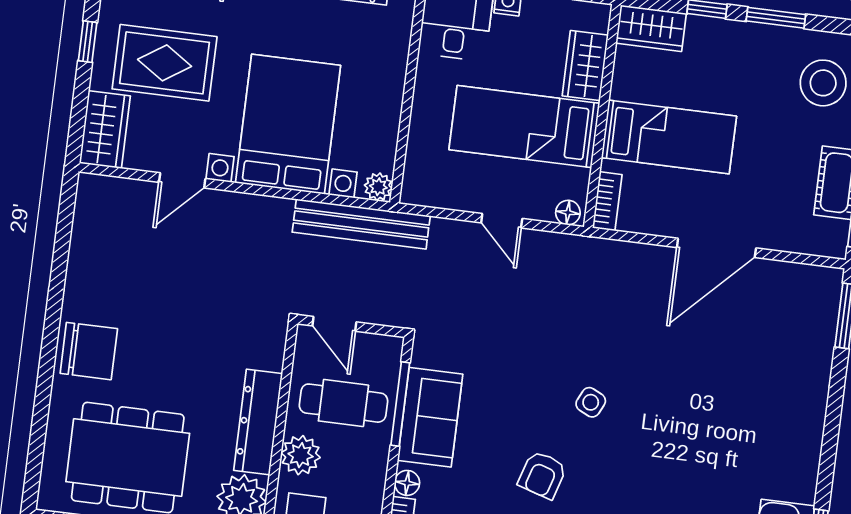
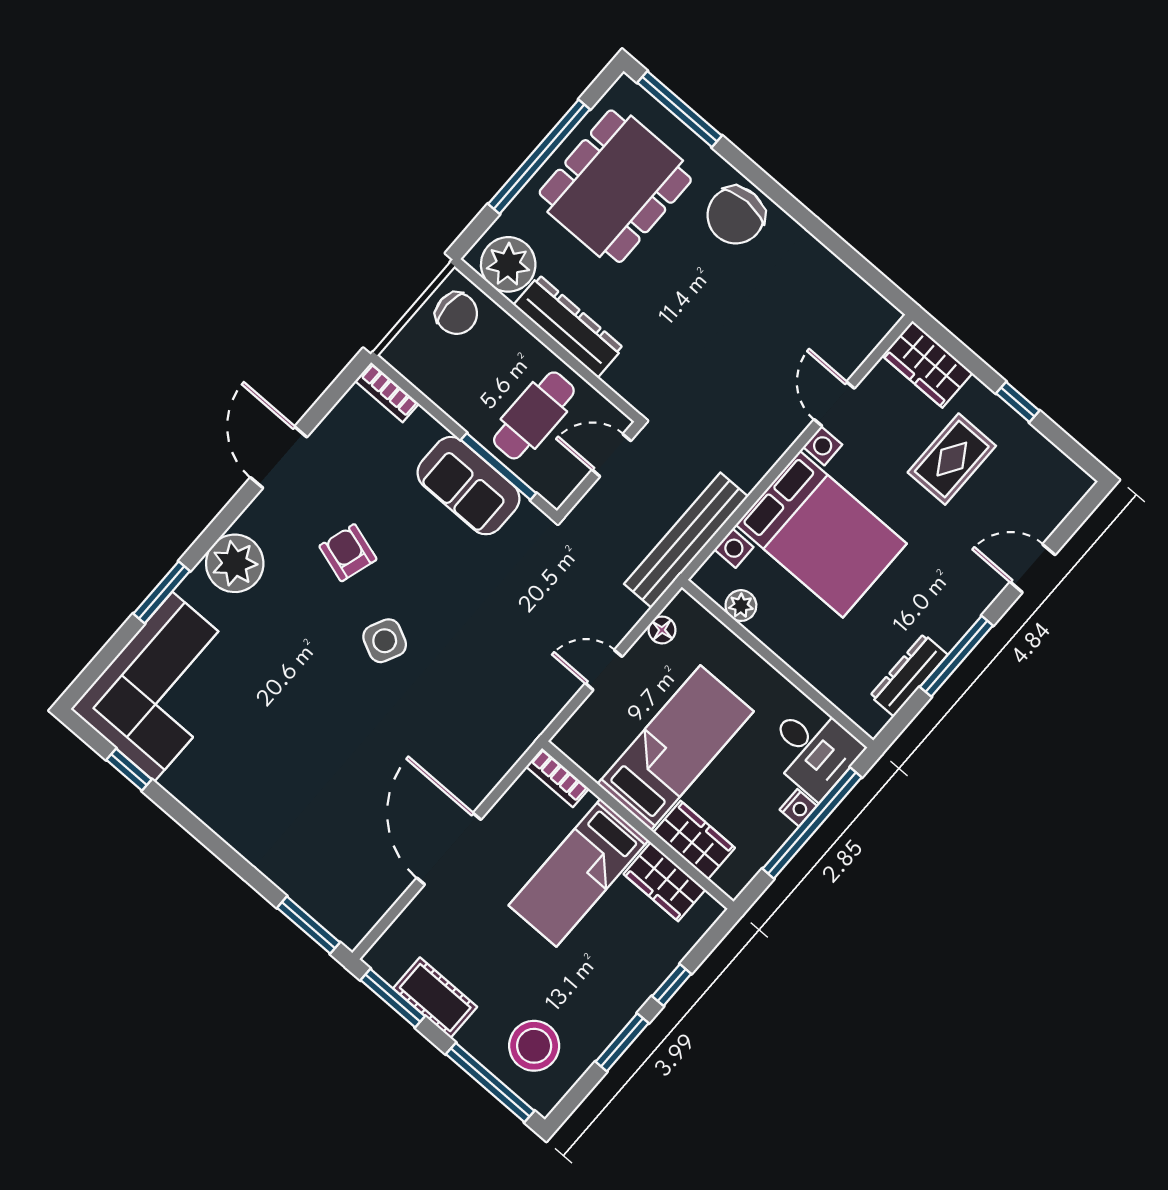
wardrobe: (651, 28) -> (665, 882), moved, turned -90
rug: (165, 63) -> (952, 459), width x0.73, depth x0.70
plant: (378, 187) -> (741, 606), moved
floor lamp: (568, 213) -> (662, 630), moved
side table: (591, 402) -> (385, 641), width x1.37, depth x1.37
window: (36, 448) -> (680, 109), added
plant: (301, 455) -> (513, 345), removed
floor lamp: (407, 483) -> (423, 425), removed

